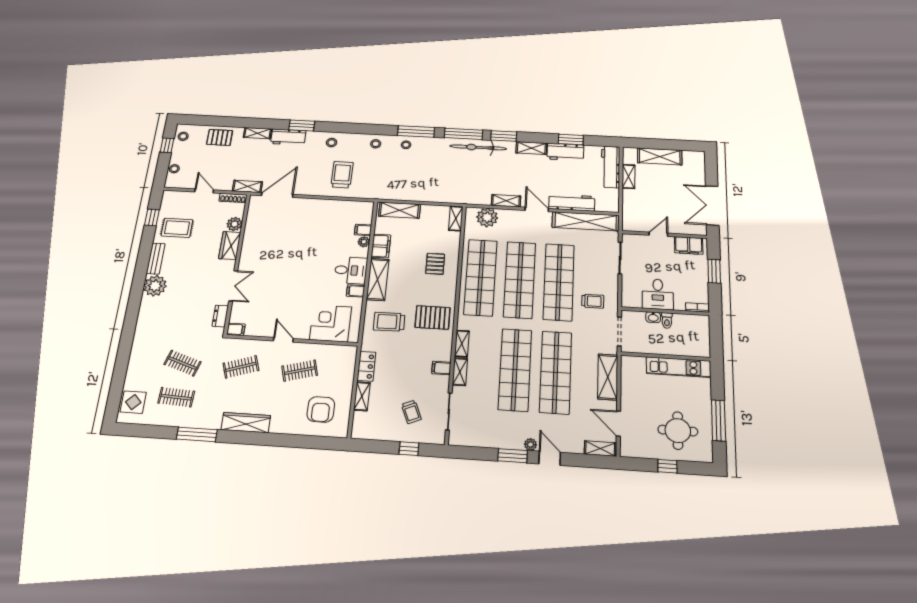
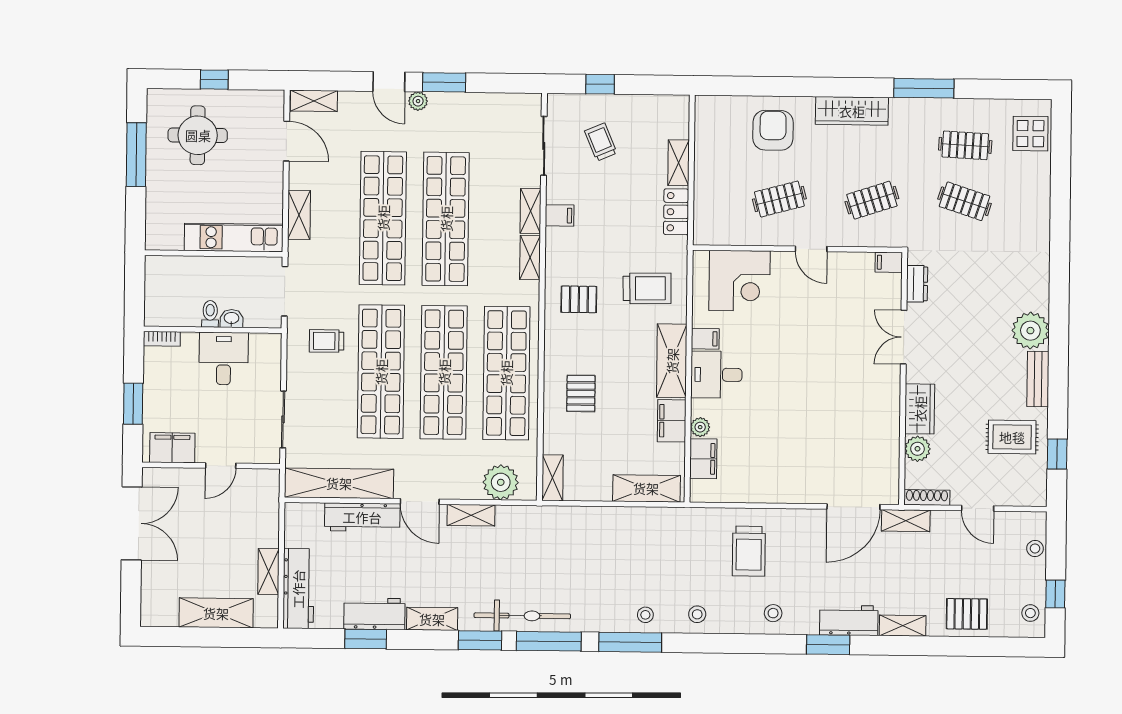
filing cabinet: (363, 230) -> (703, 459), width x2.00
pallet: (433, 317) -> (579, 299), width x0.67, depth x0.71
kitchen unit: (679, 367) -> (234, 238), moved
shelving: (608, 377) -> (299, 215), width x0.67, depth x0.75
armchair: (321, 409) -> (773, 130), moved

